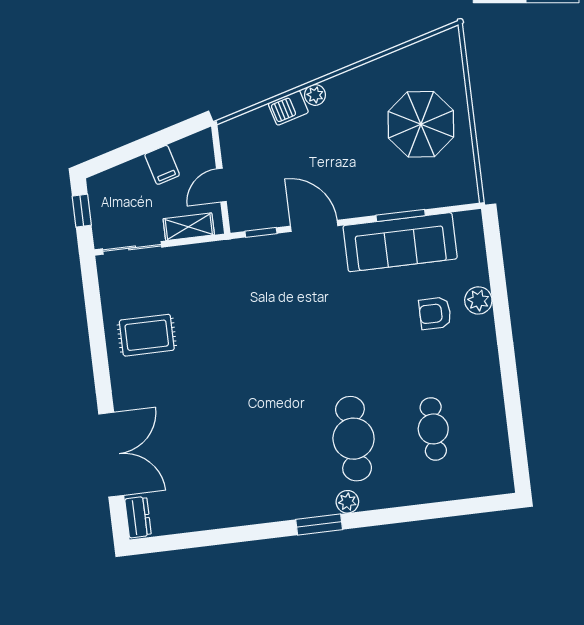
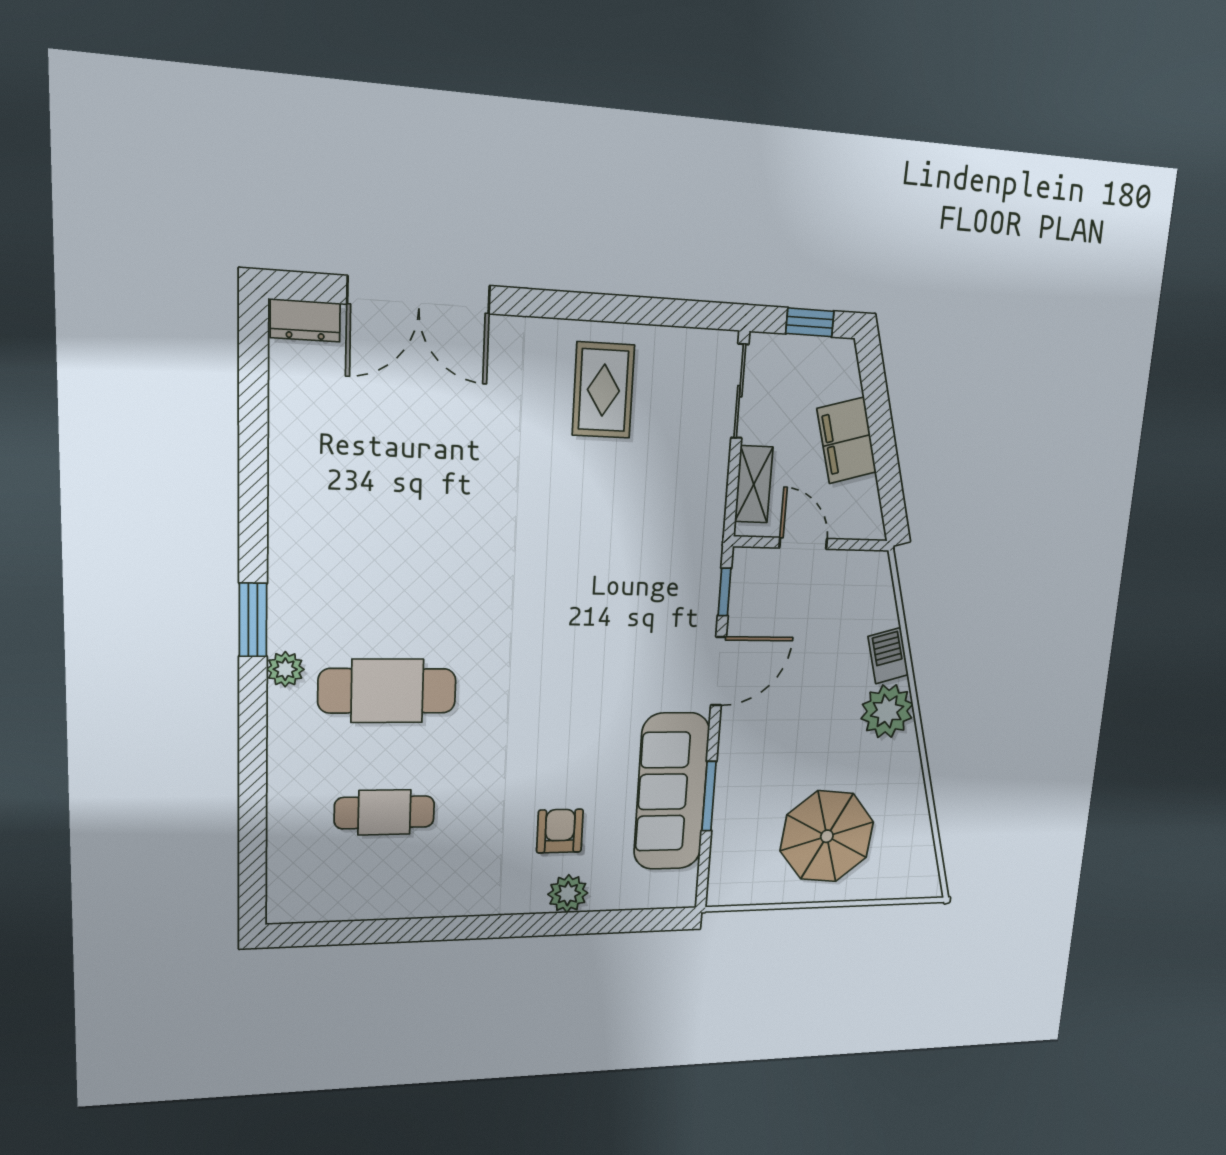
plant: (315, 95) -> (887, 711), width x1.87, depth x1.87
filing cabinet: (162, 165) -> (847, 440), width x2.00

